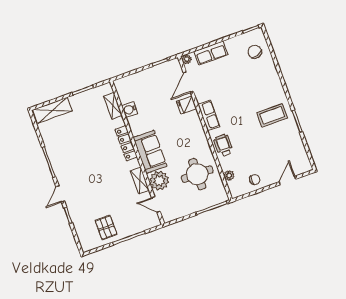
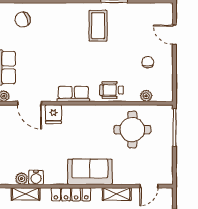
chair: (255, 180) -> (148, 62), moved
plant: (159, 181) -> (22, 179), moved, width x0.53, depth x0.53

